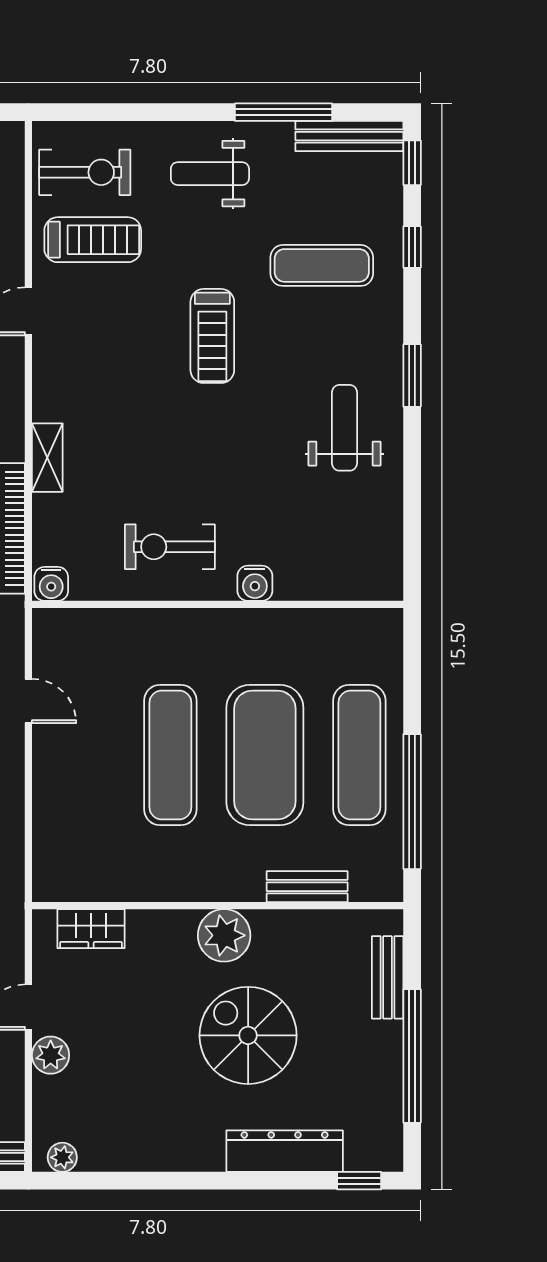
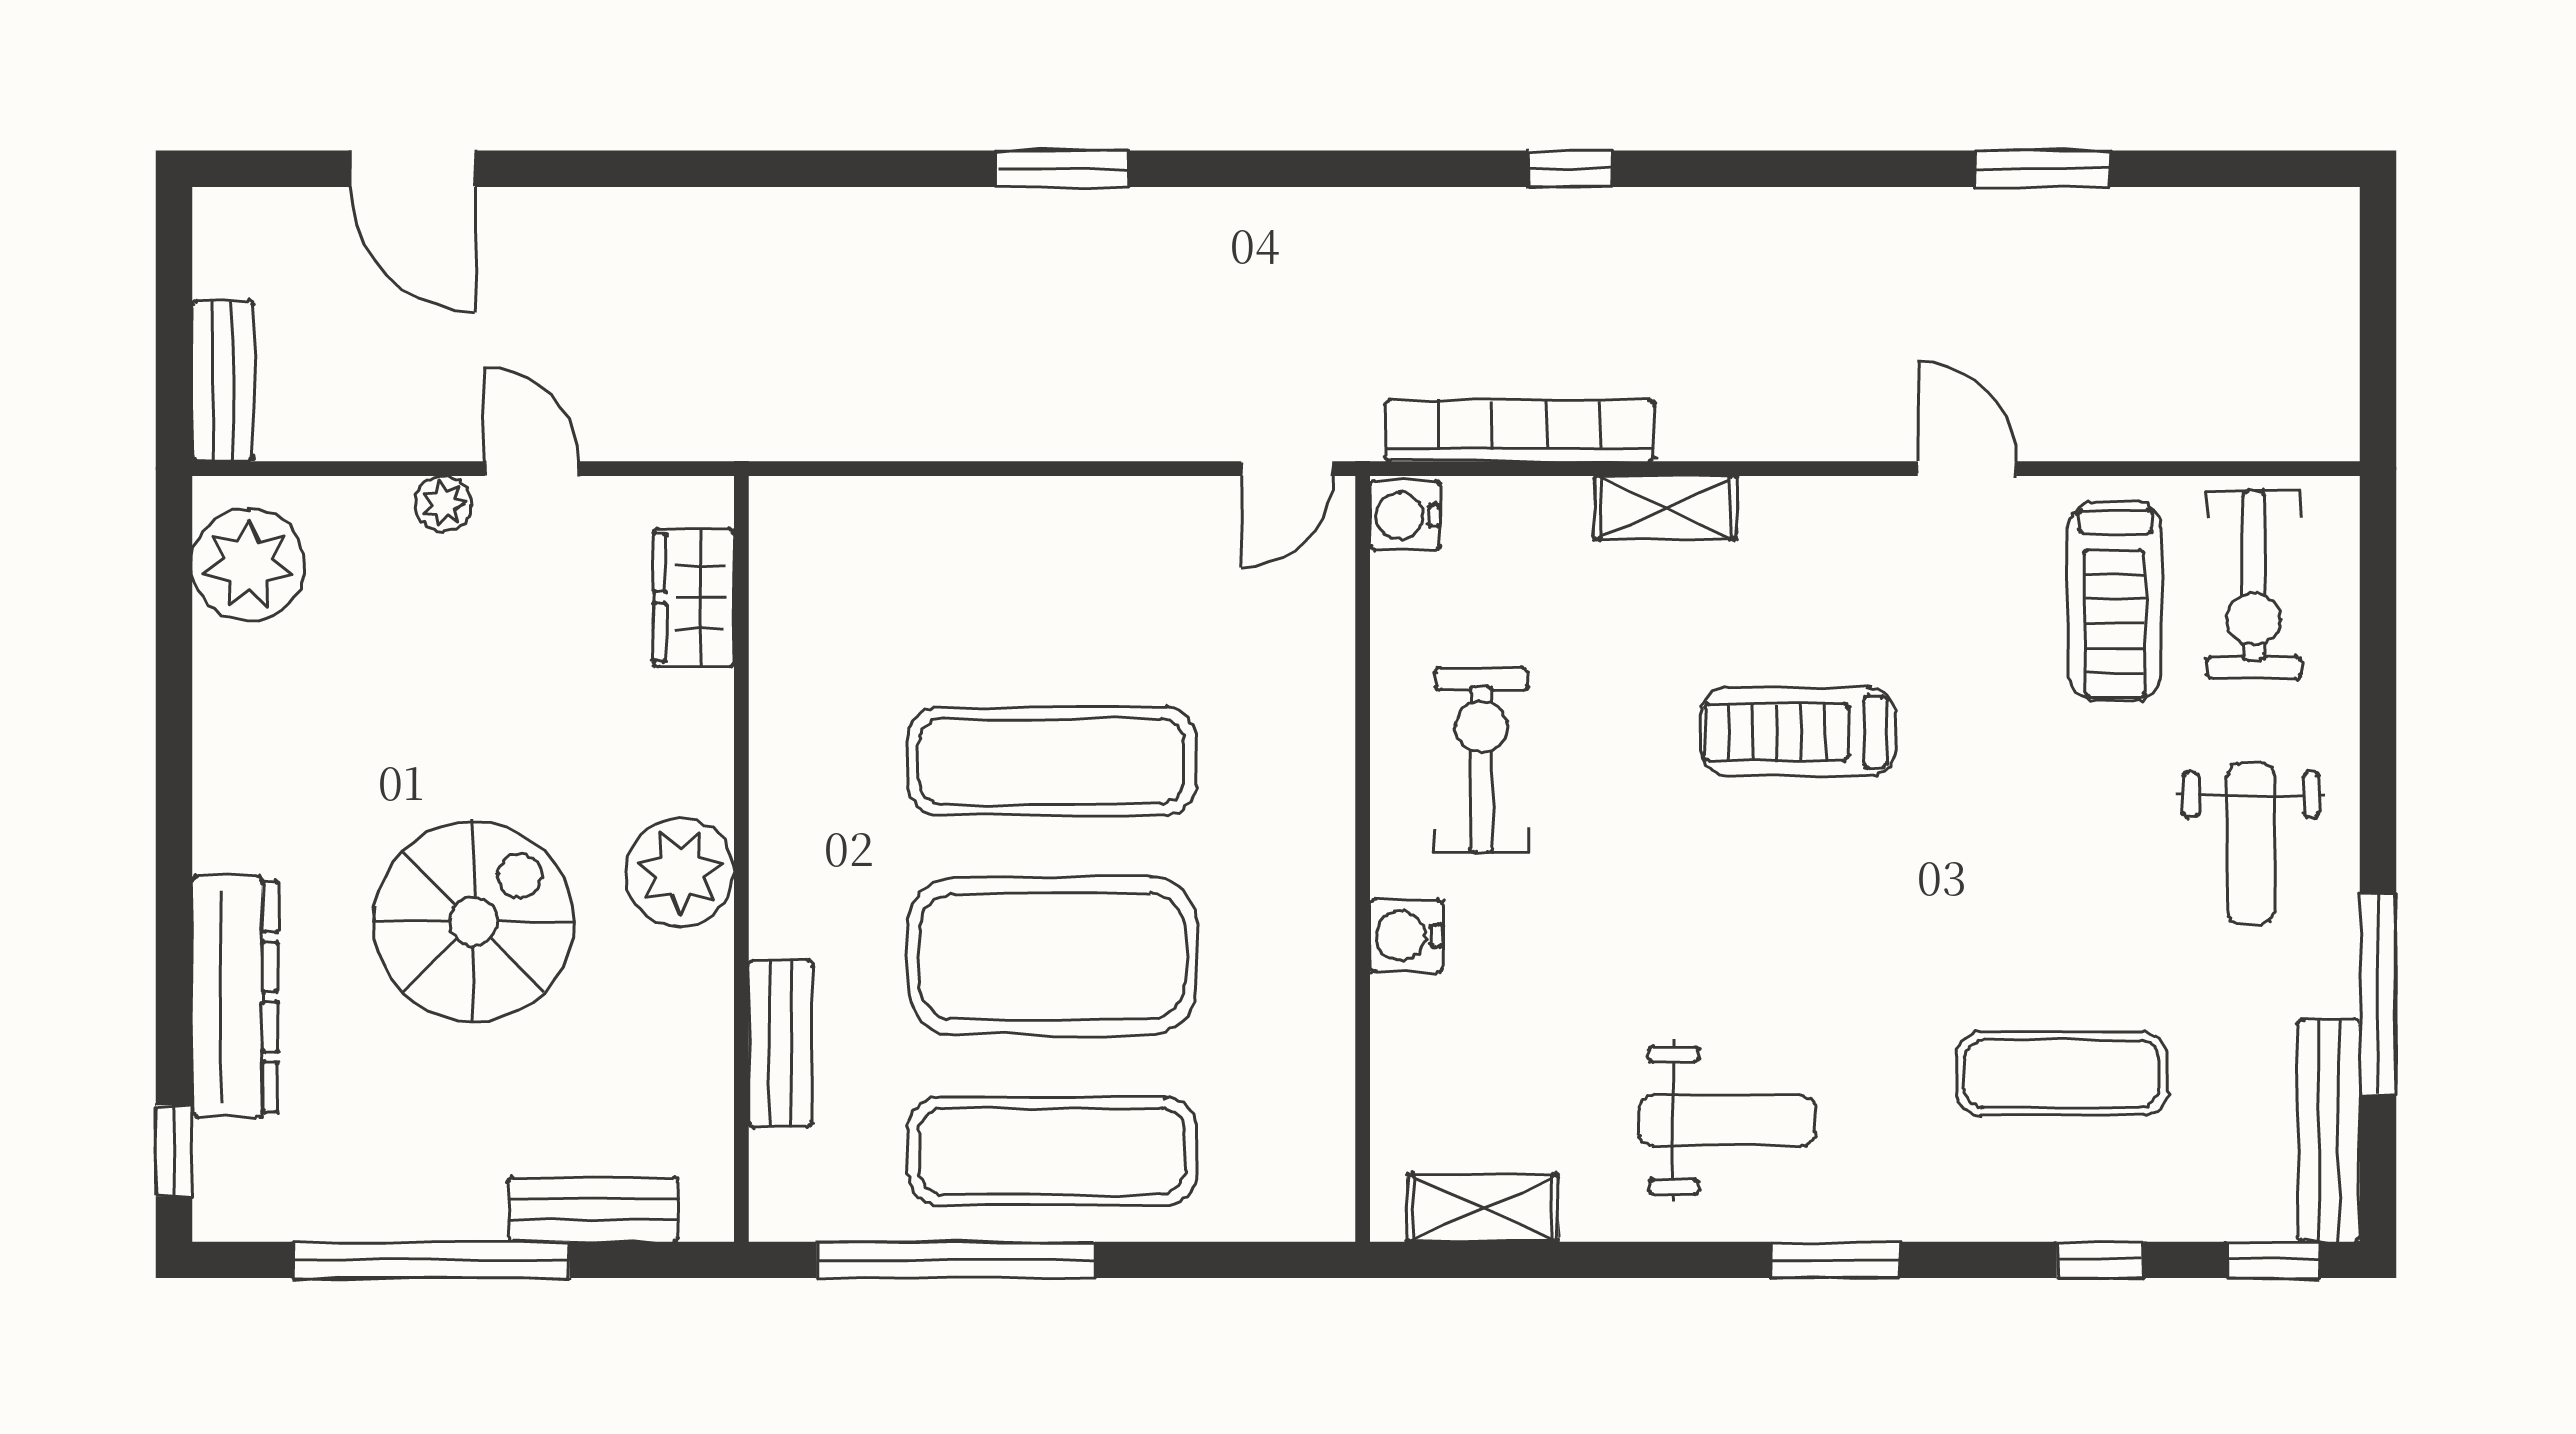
weight bench: (210, 174) -> (2251, 843), turned 180
exercise mat: (322, 265) -> (2062, 1074), turned 90
treadmill: (212, 336) -> (1798, 732), moved
shelving: (387, 546) -> (1483, 1208), added
door: (28, 701) -> (1287, 469), moved
plant: (51, 1055) -> (443, 504), width x0.73, depth x0.73
plant: (62, 1157) -> (248, 565), width x1.88, depth x1.88

